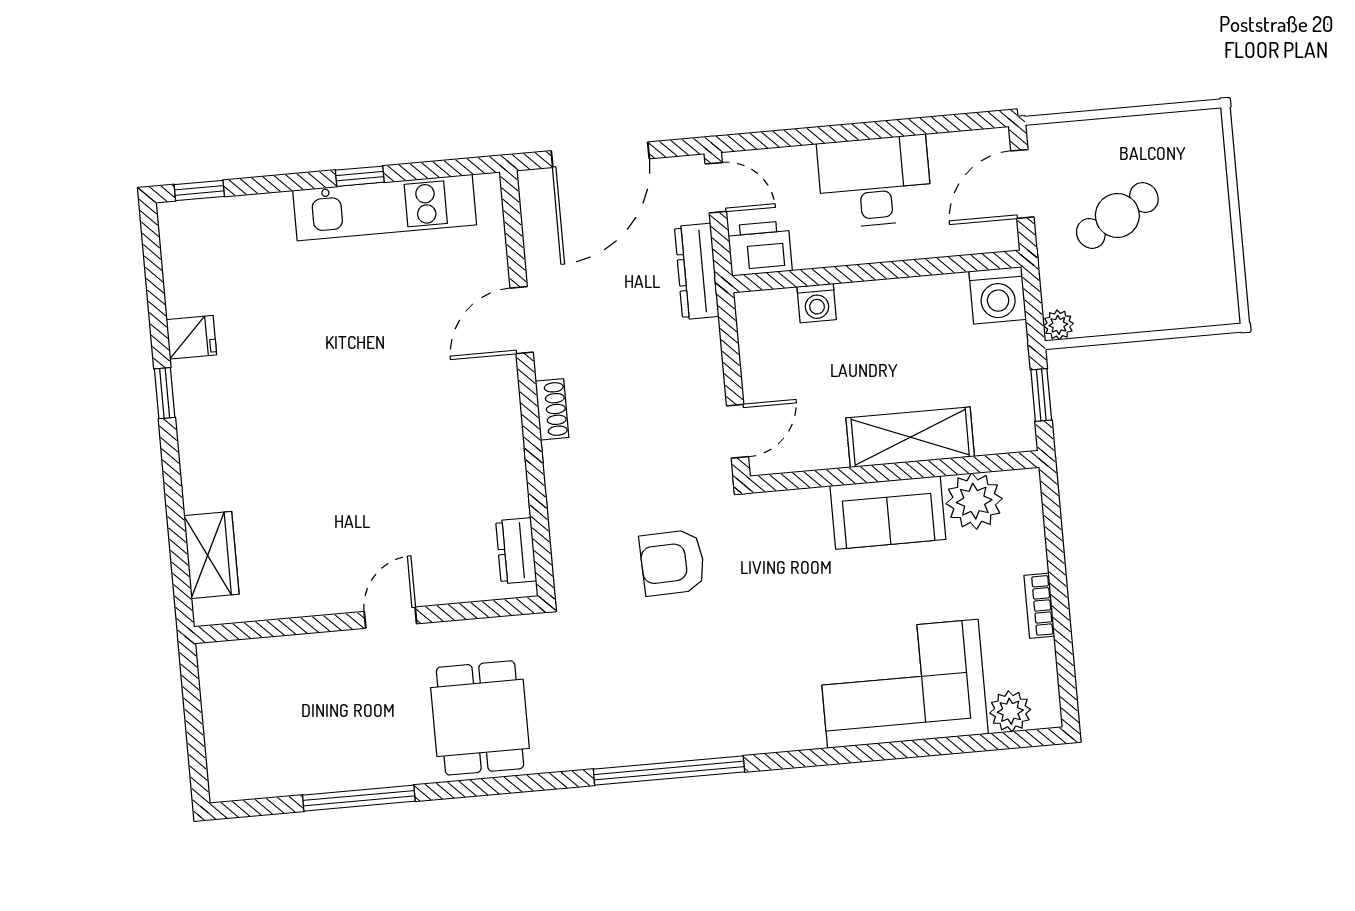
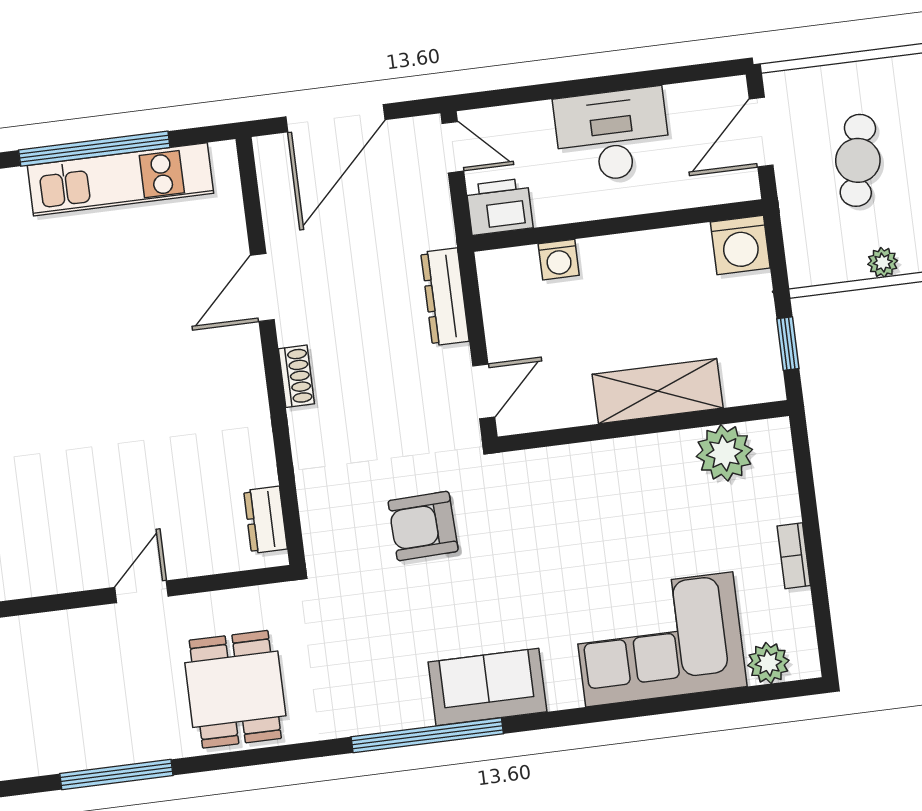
window: (360, 176) -> (94, 149), width x3.17
cafe table: (1117, 215) -> (858, 160), turned -50
dresser: (697, 271) -> (445, 297), moved
plant: (1058, 325) -> (883, 262), moved
sofa: (888, 513) -> (487, 687), moved, turned 180

